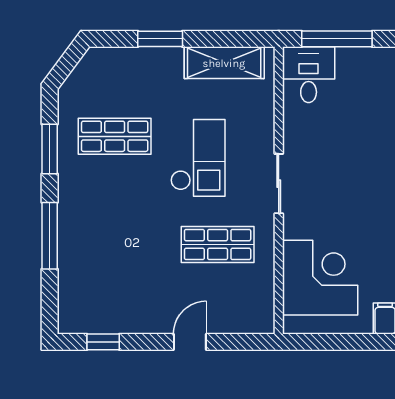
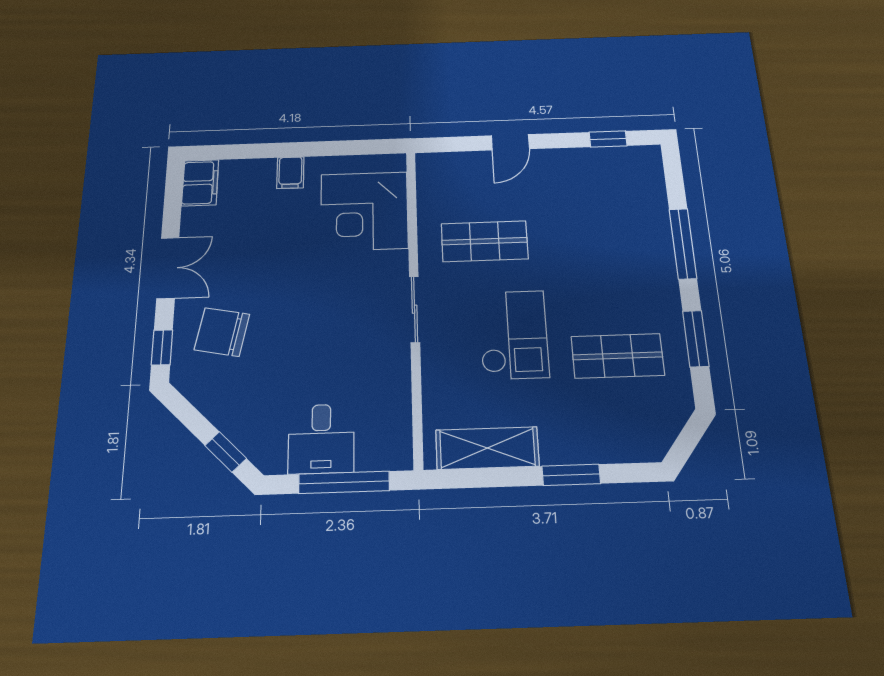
desk: (309, 75) -> (321, 439), moved
checkout: (198, 158) -> (514, 335), turned 180

